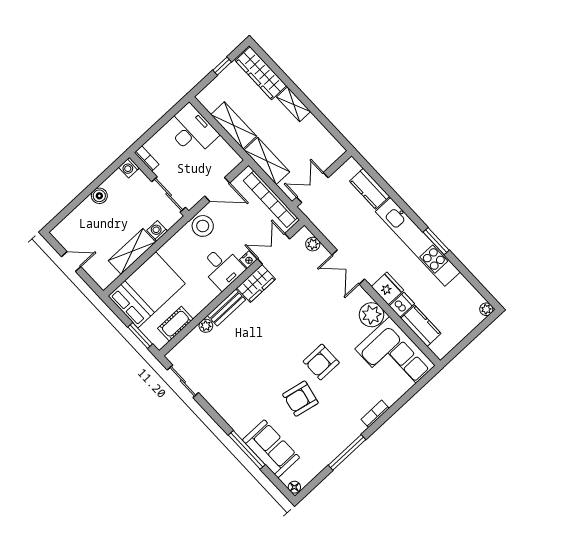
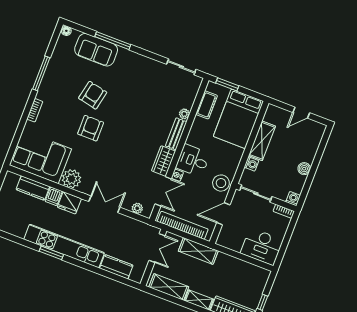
shelving: (234, 125) -> (169, 287), moved

